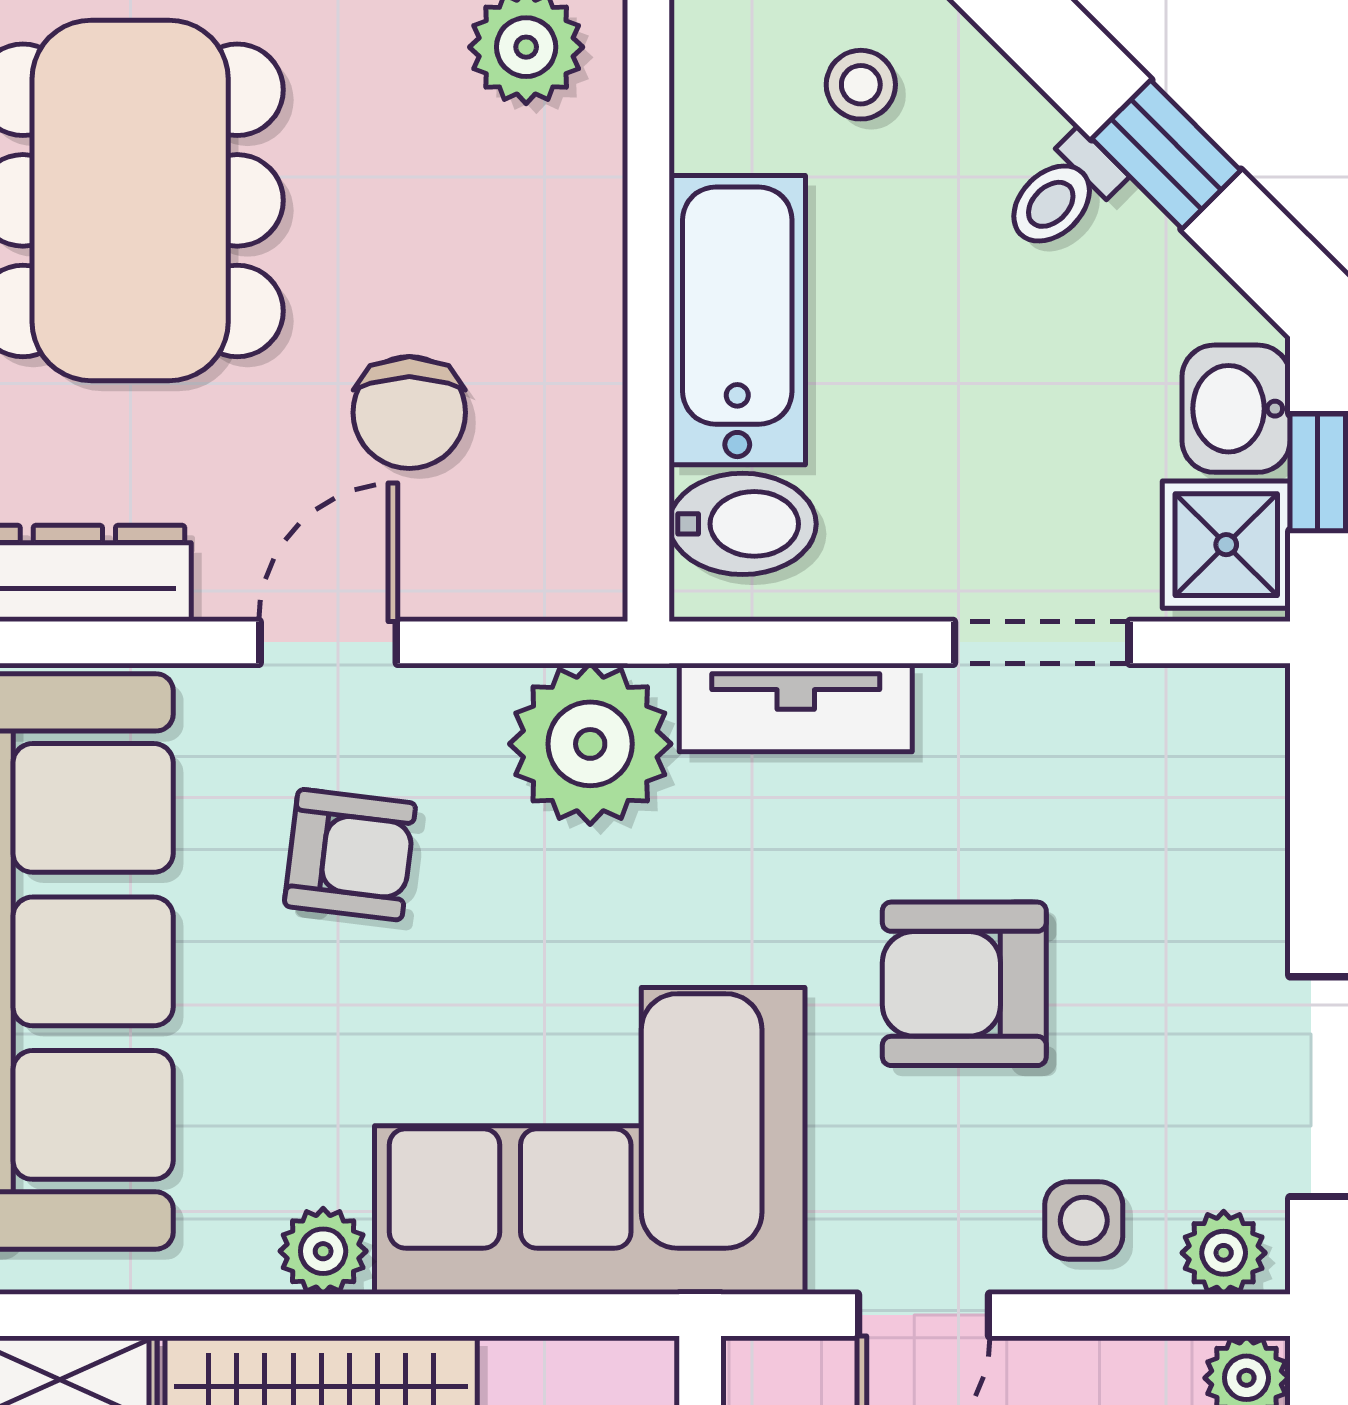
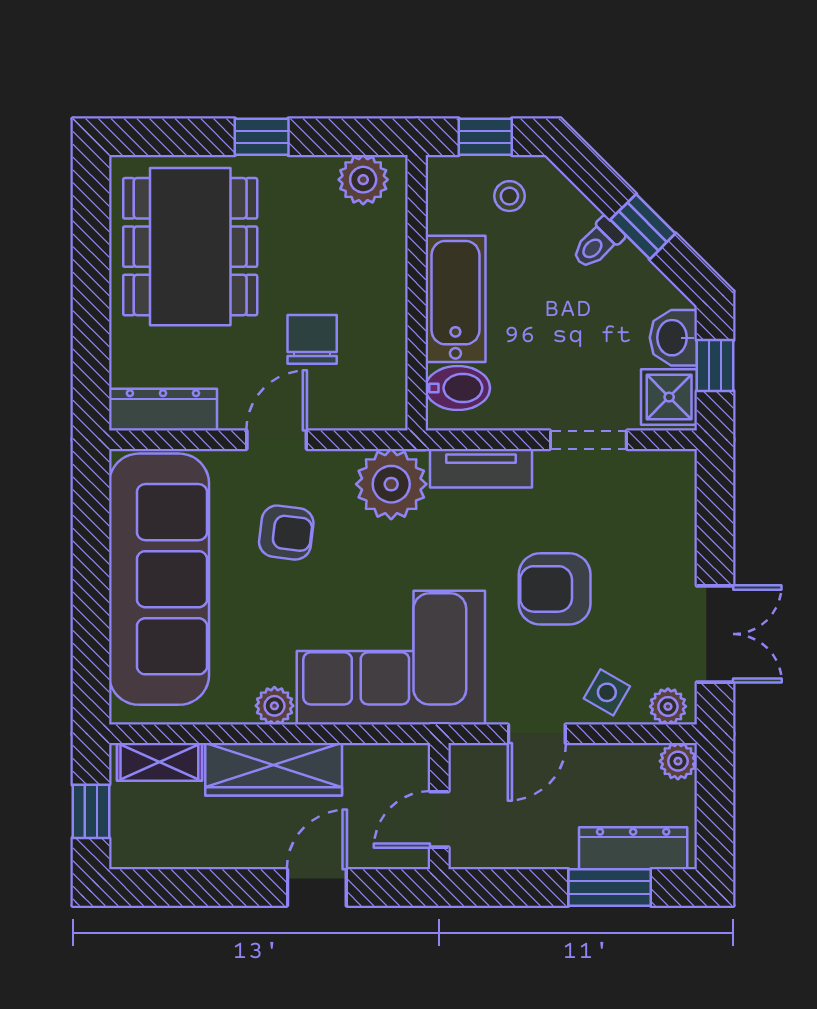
chair: (409, 413) -> (312, 339), turned 180
side table: (1084, 1220) -> (607, 692), turned 30

